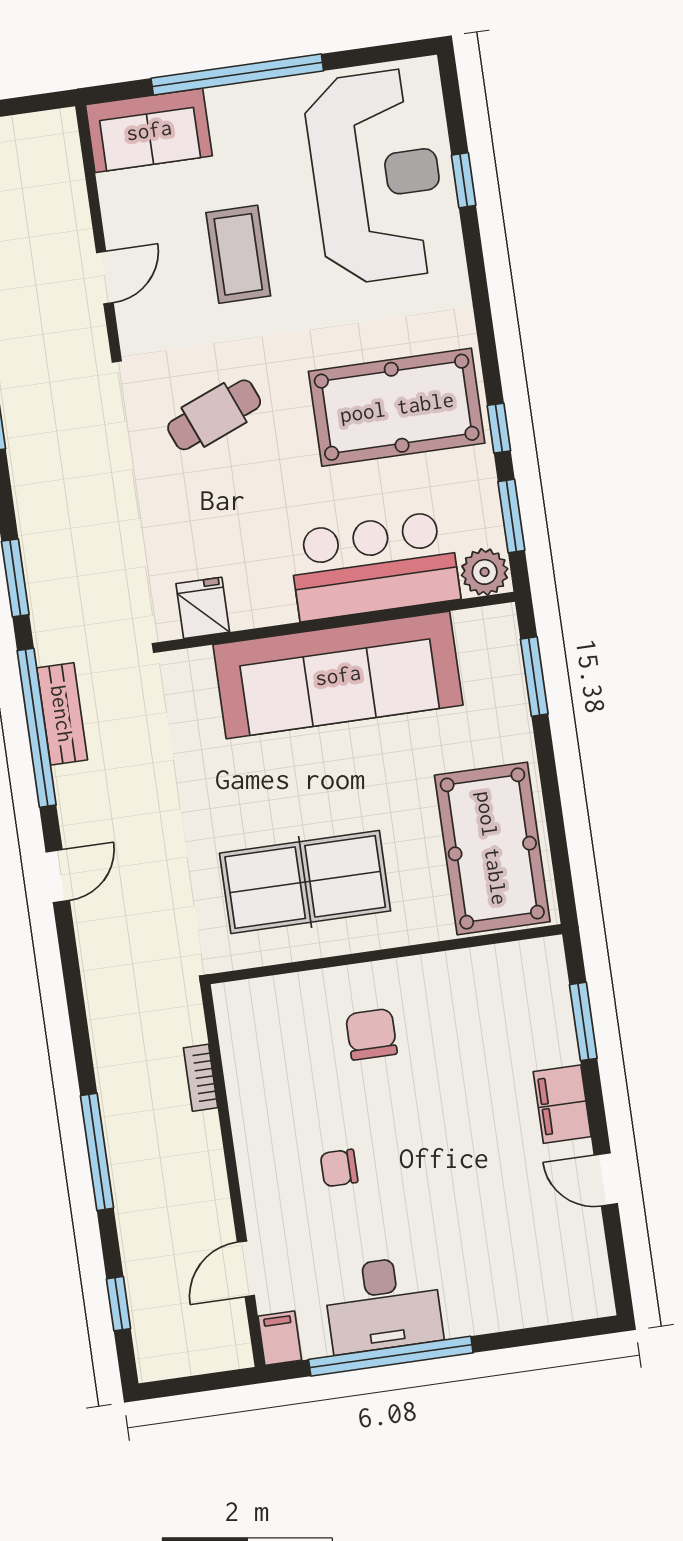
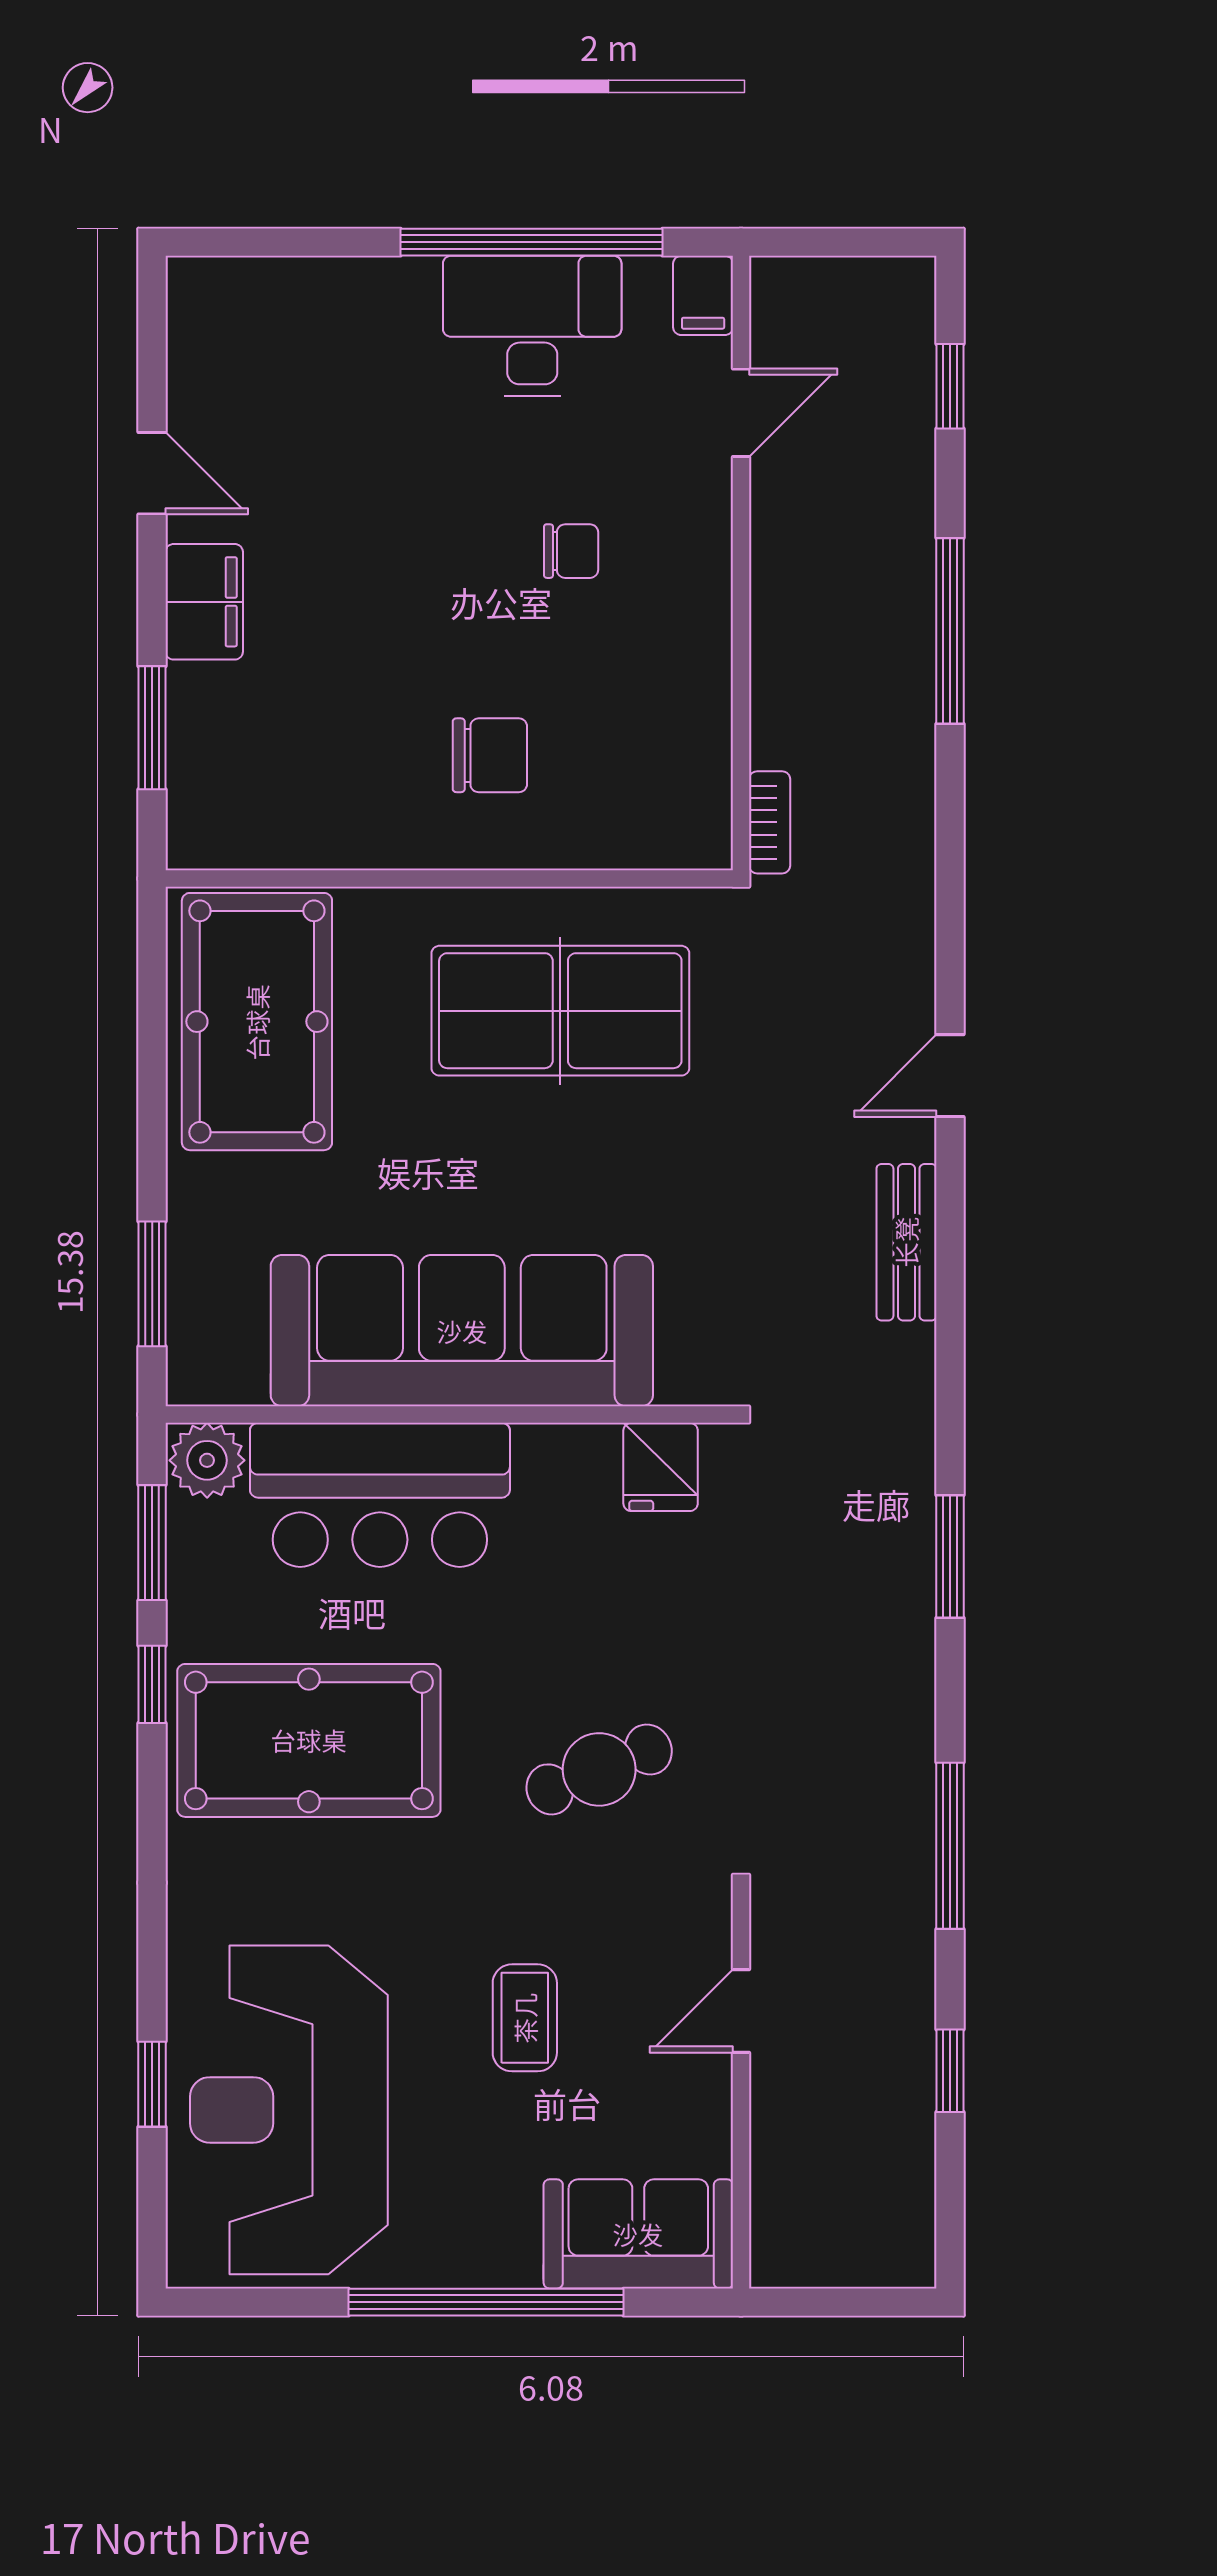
coffee table: (238, 254) -> (525, 2018), width x0.73, depth x0.77
bench: (62, 714) -> (906, 1242), moved
window: (37, 728) -> (950, 1315), removed
chair: (371, 1034) -> (490, 755), turned -90
bookcase: (201, 1078) -> (770, 822), moved

